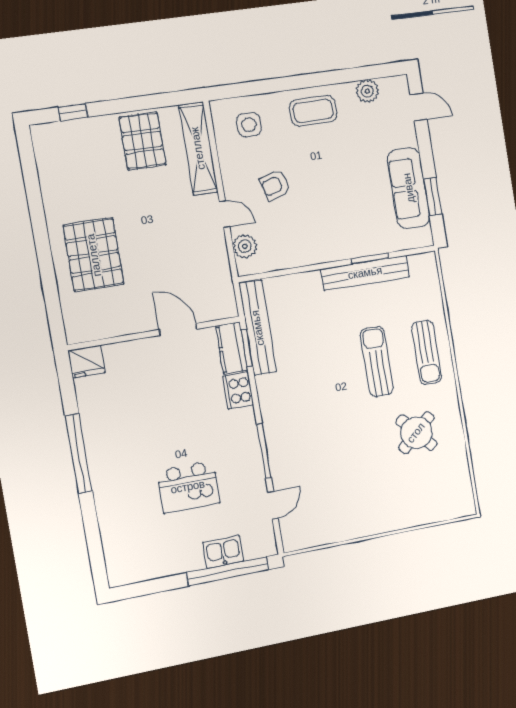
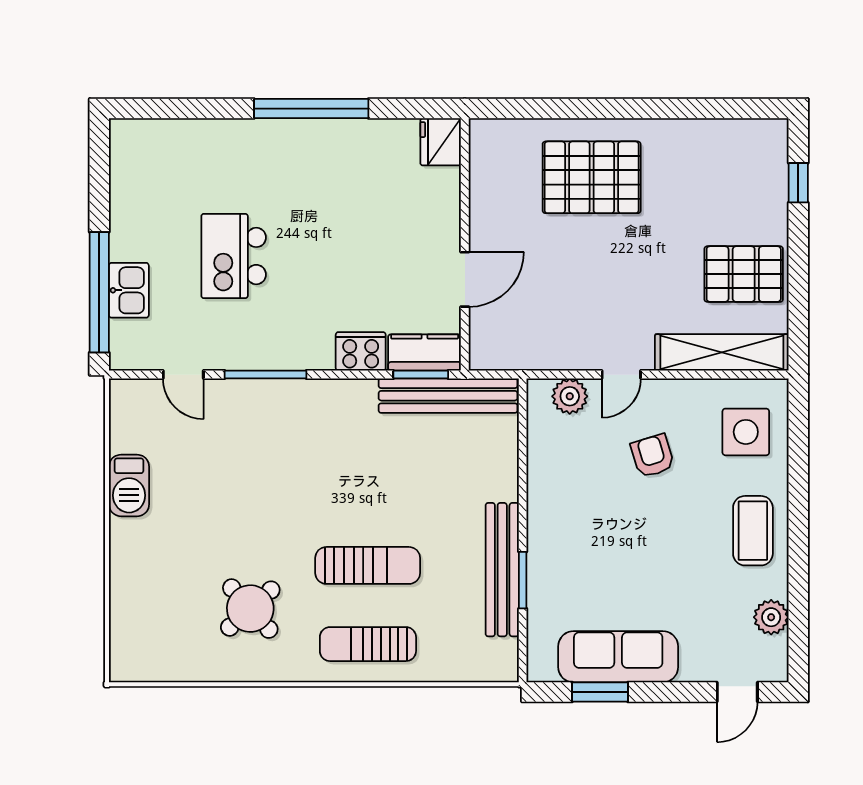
side table: (249, 125) -> (746, 432), width x1.37, depth x1.37
barbecue: (351, 526) -> (129, 485), added

